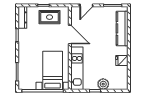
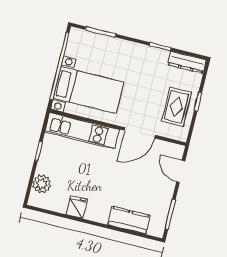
kitchen counter: (122, 28) -> (129, 220), width x0.67
plant: (103, 84) -> (42, 184), moved

